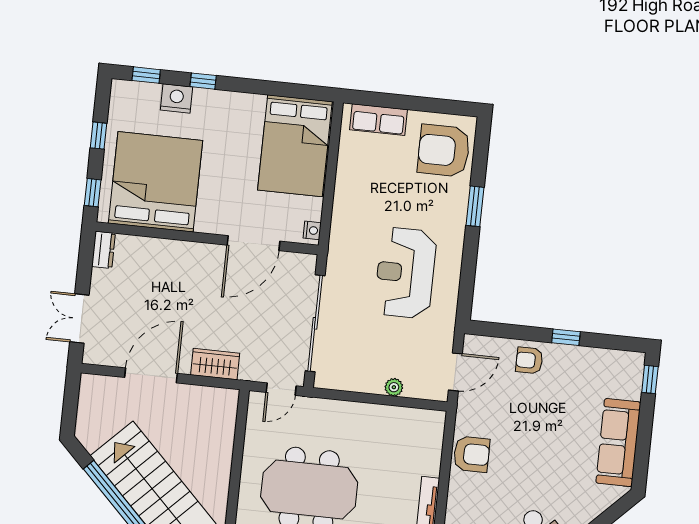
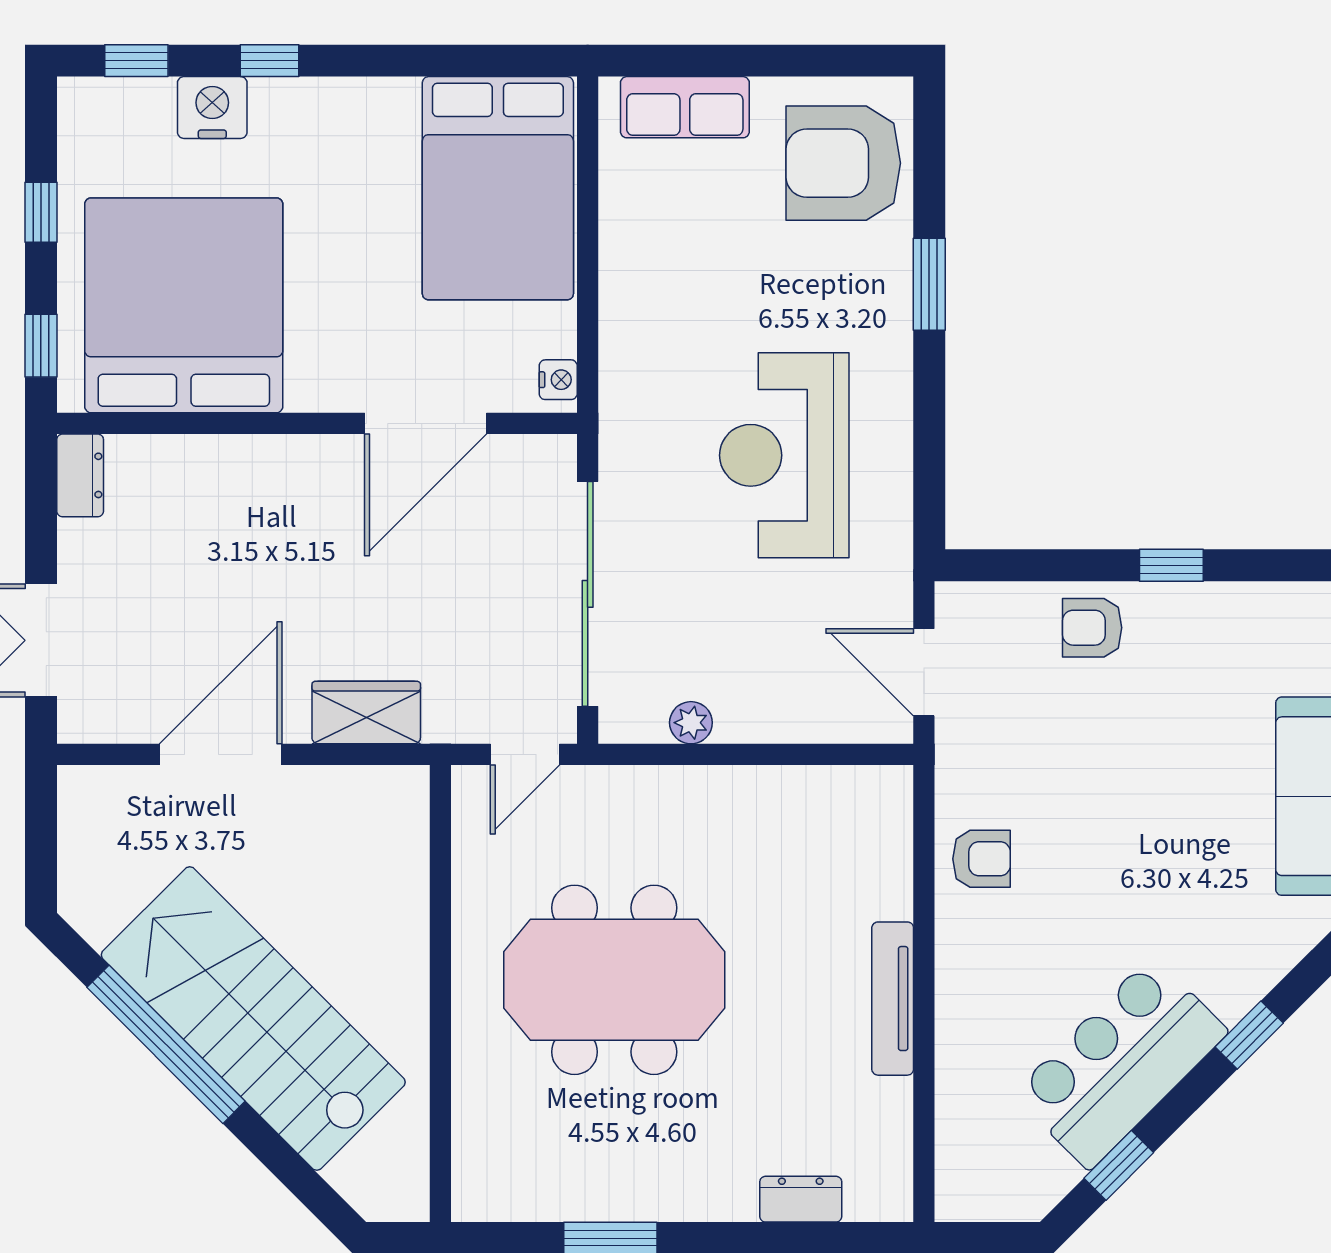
door: (455, 372) -> (924, 672), swing flipped
plant: (394, 387) -> (691, 723), moved
armchair: (472, 454) -> (982, 859), width x0.72, depth x0.72

